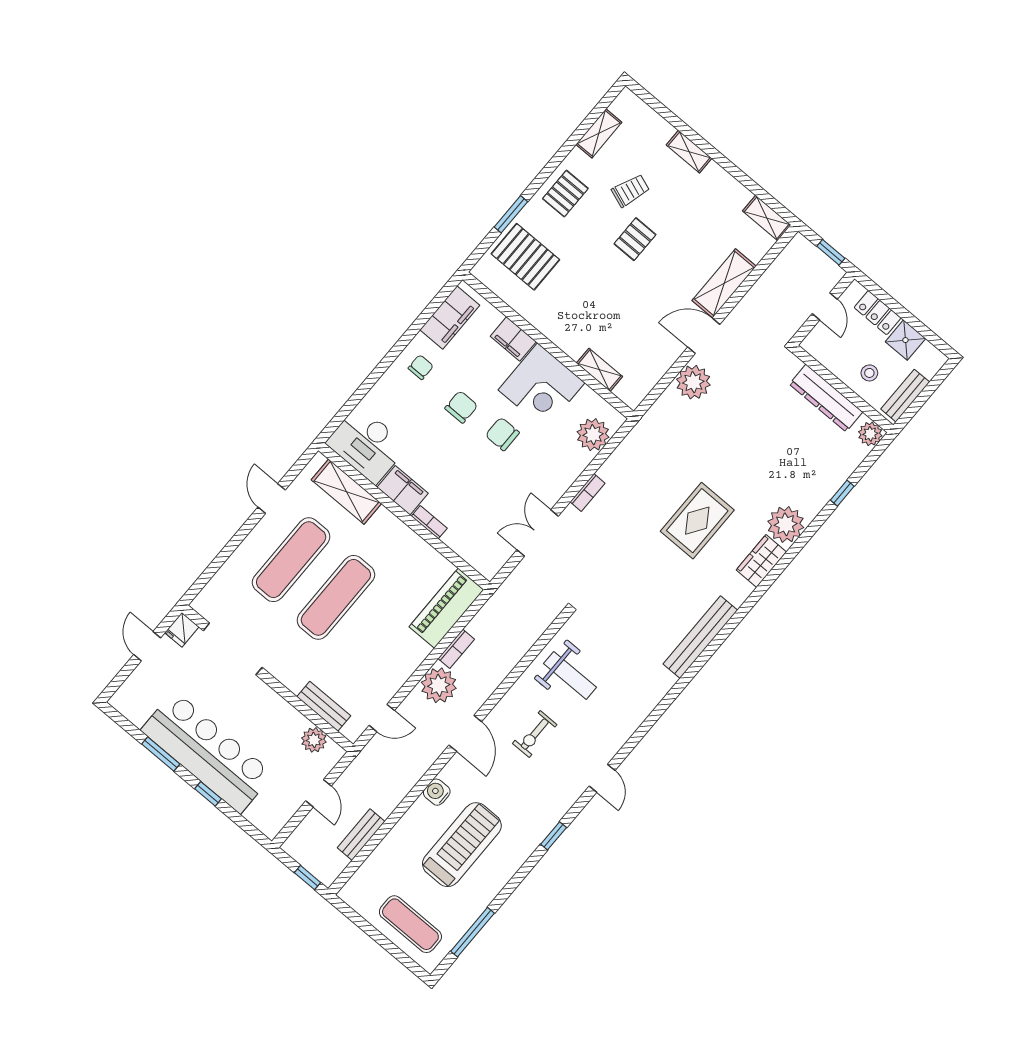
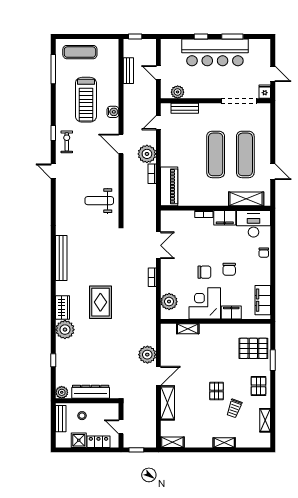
chair: (421, 367) -> (264, 253), moved
exercise bike: (535, 734) -> (67, 142), moved

